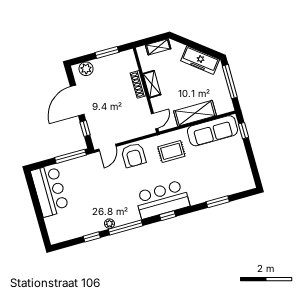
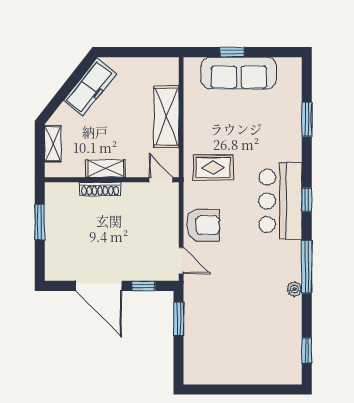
plant: (86, 69) -> (55, 260), removed
window: (230, 82) -> (134, 52), removed
sofa: (212, 131) -> (239, 73), moved, turned 90
window: (243, 131) -> (232, 52), moved
rug: (171, 151) -> (213, 168), turned 90
window: (71, 156) -> (179, 319), width x0.69
bar counter: (50, 191) -> (221, 364), removed
window: (92, 237) -> (307, 350), moved

